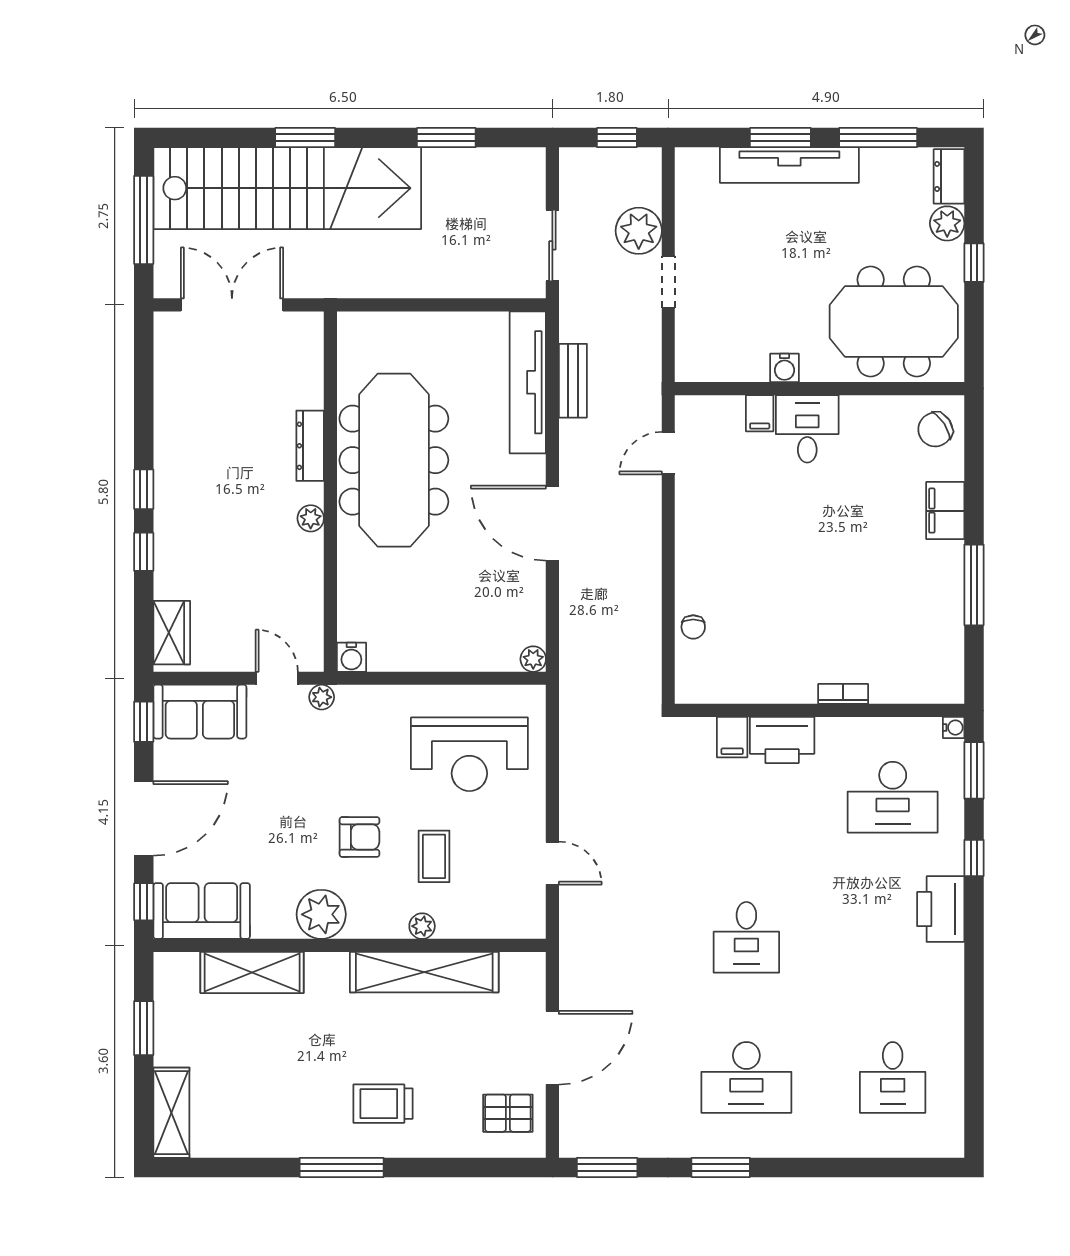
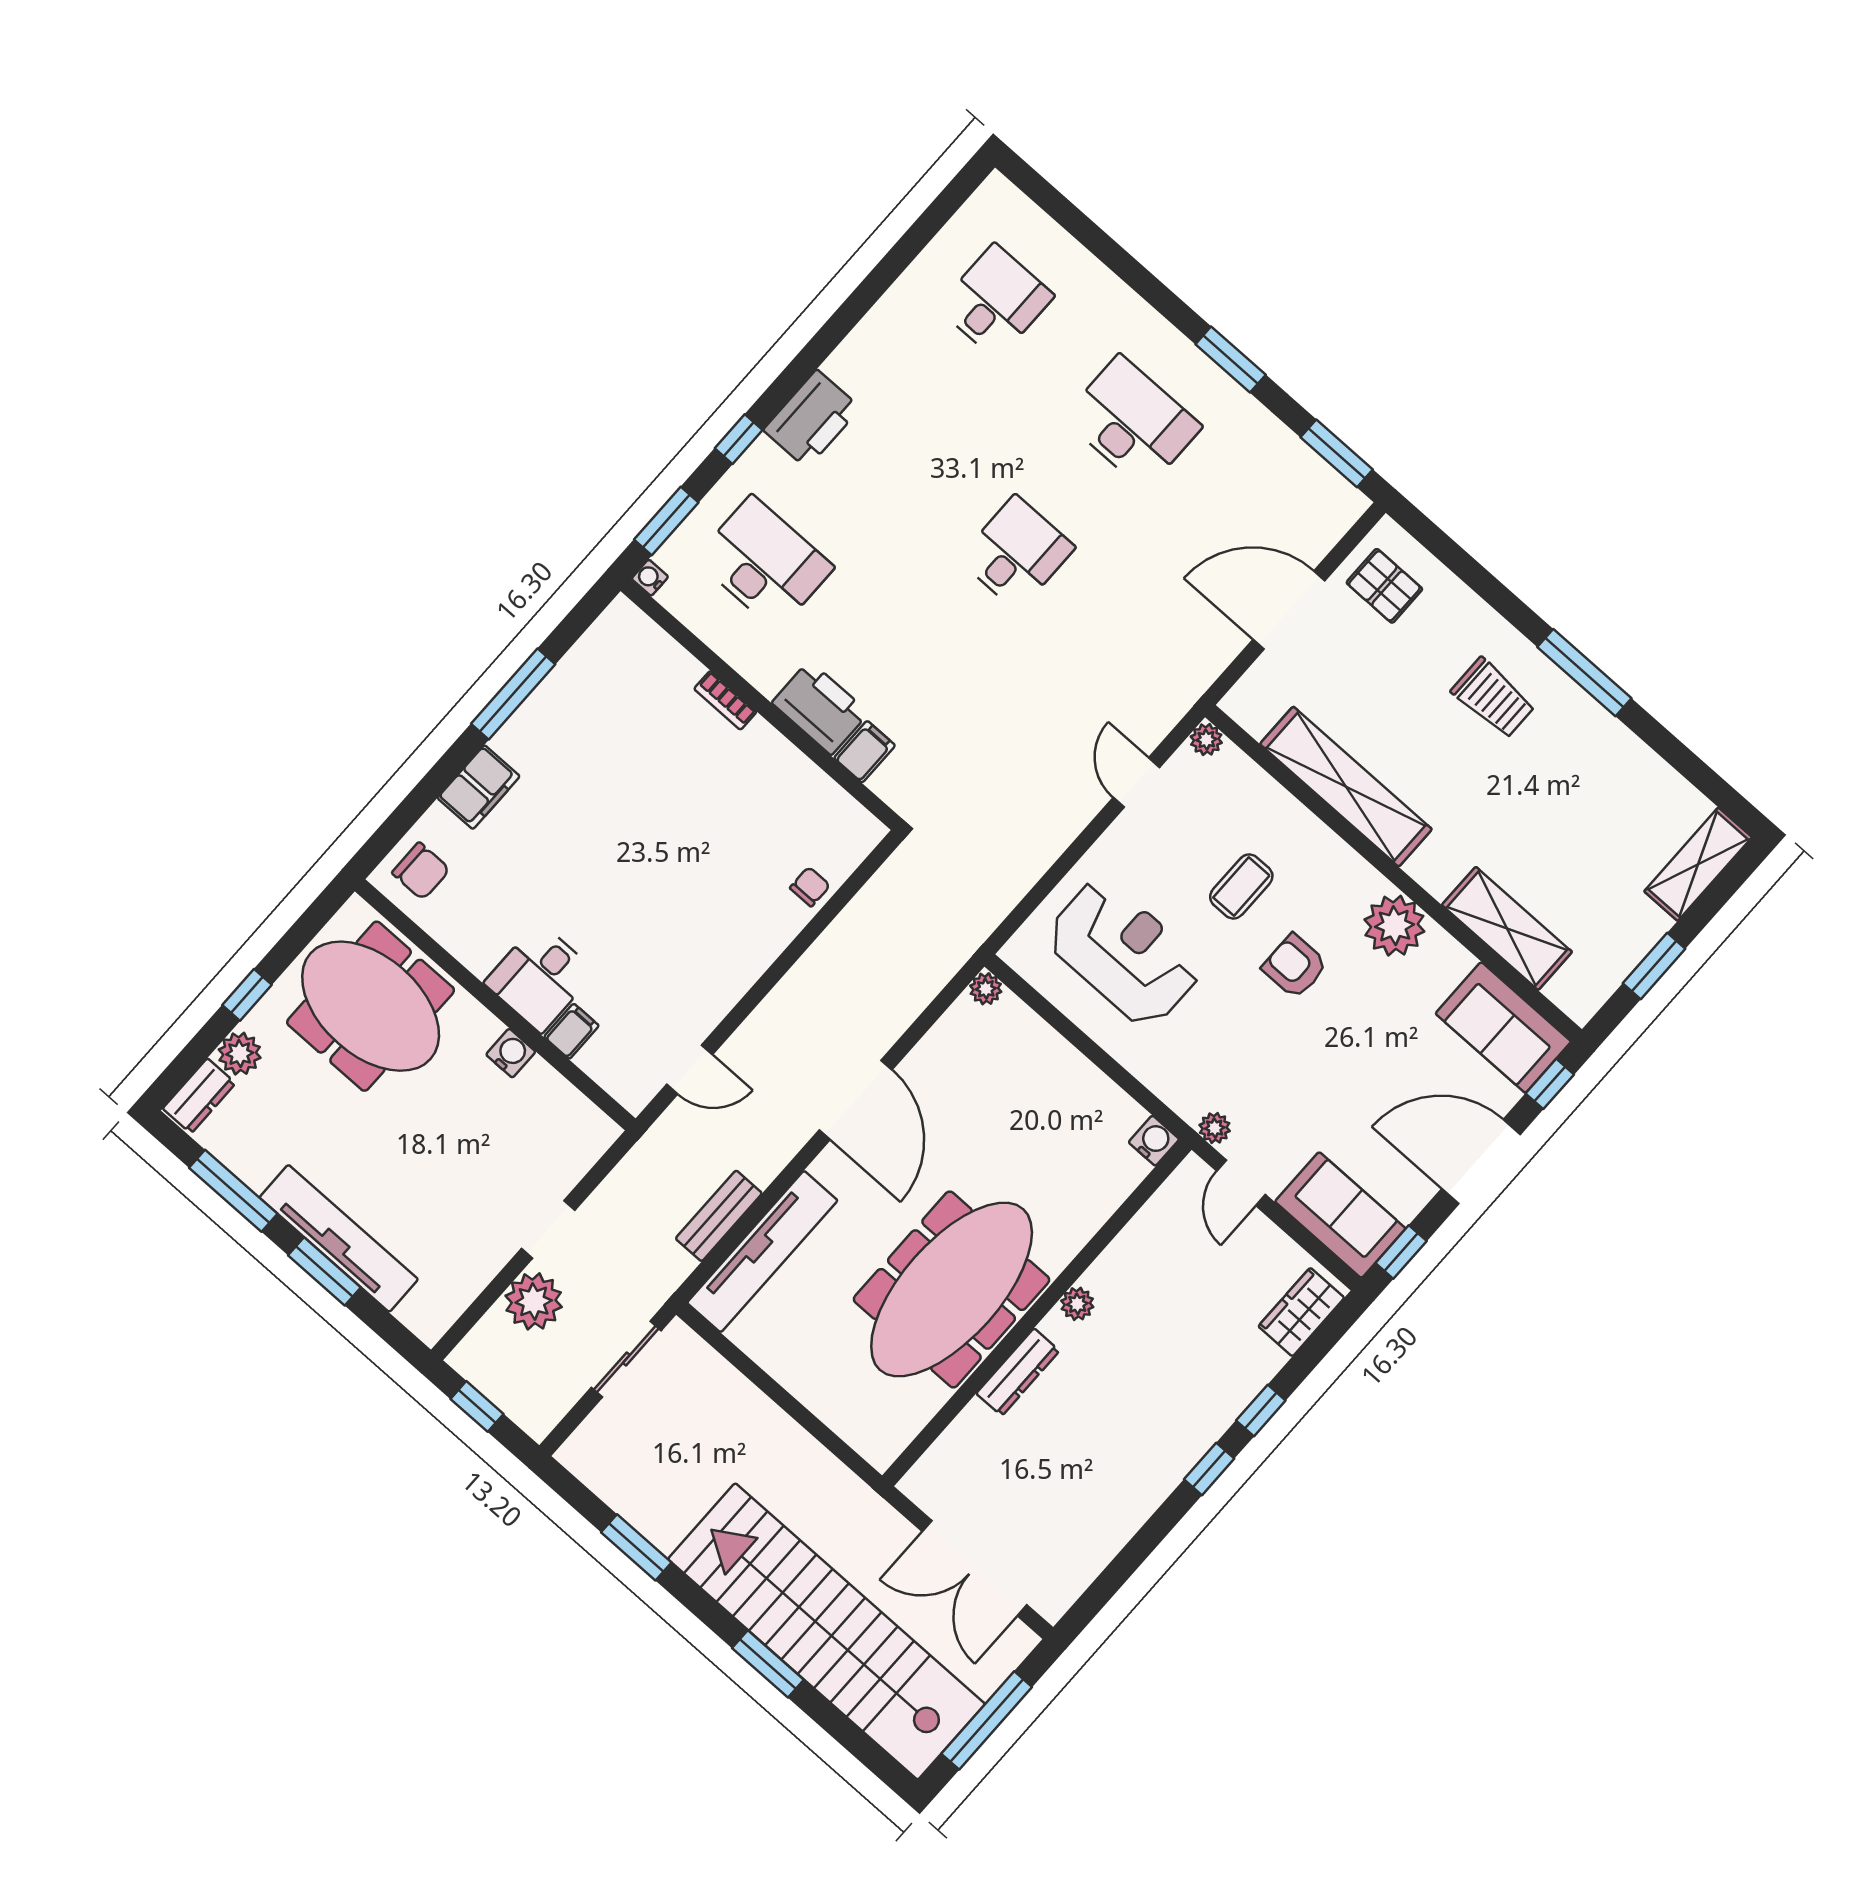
chair: (935, 429) -> (421, 871), turned 33
plant: (422, 926) -> (1206, 740), moved

